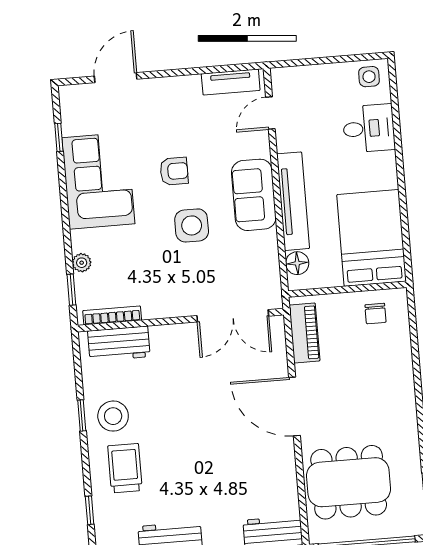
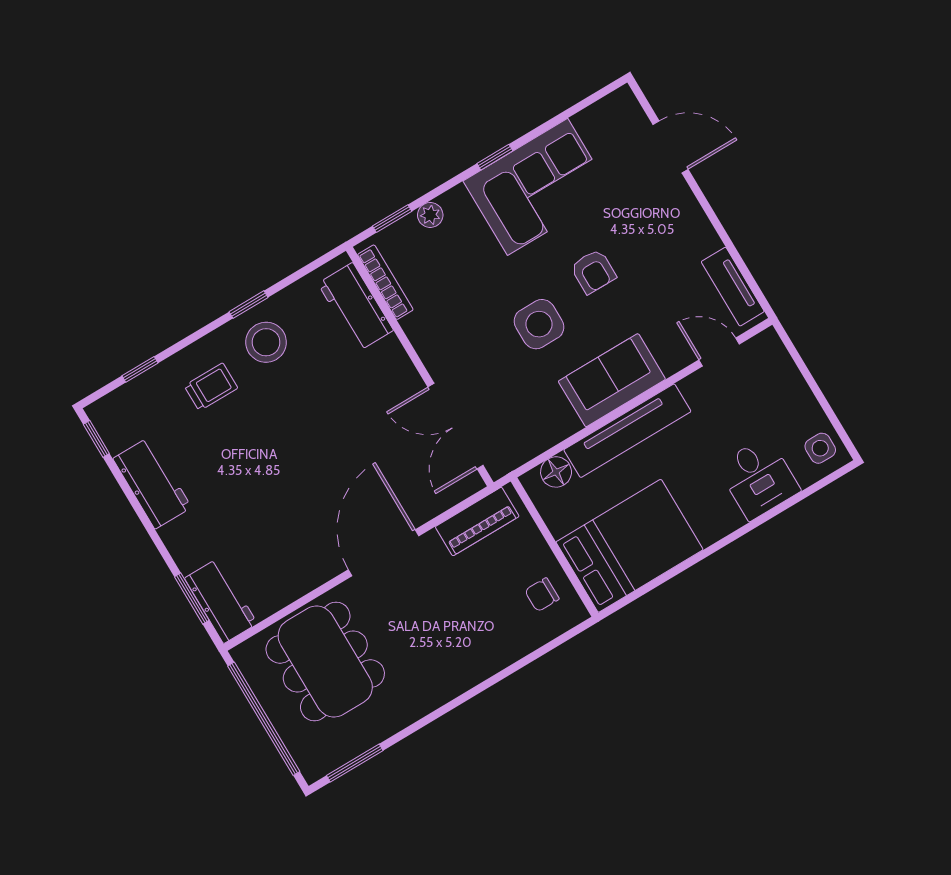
window: (59, 137) -> (495, 157), moved
trolley: (125, 468) -> (211, 387), width x0.73, depth x0.72

